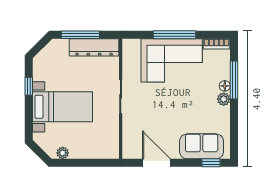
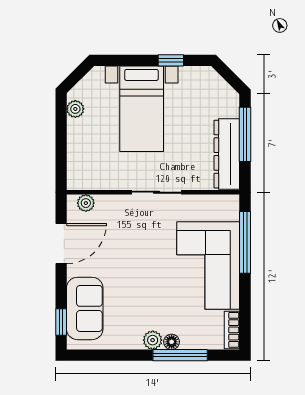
window: (175, 35) -> (245, 242), moved
plant: (128, 146) -> (86, 203), added

